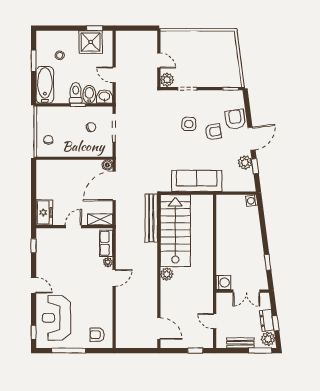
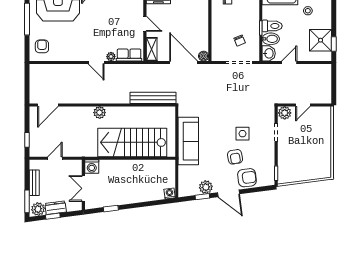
stairs: (175, 231) -> (132, 142), moved, turned 180

